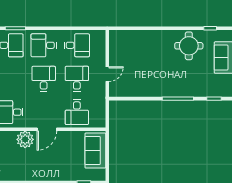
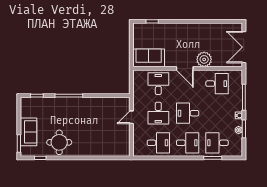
desk: (77, 45) -> (158, 143), turned 180
desk: (44, 79) -> (188, 113), turned 90
door: (47, 129) -> (185, 68), swing flipped
sofa: (95, 151) -> (149, 58), moved, turned -90

